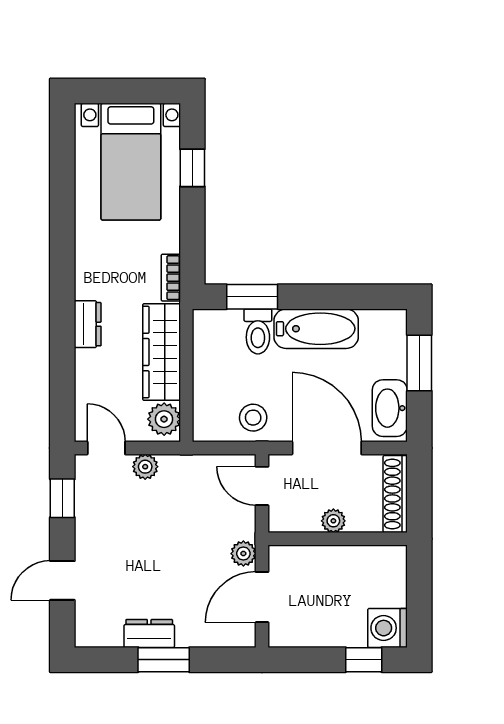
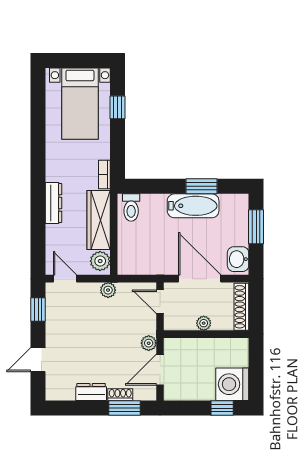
window: (252, 297) -> (201, 186), moved
dresser: (88, 324) -> (54, 203), width x1.44
toilet: (258, 331) -> (131, 207), moved
washbasin: (390, 408) -> (238, 259), width x0.72
stool: (253, 418) -> (155, 260), removed
plant: (145, 467) -> (108, 290), moved
washing machine: (388, 628) -> (232, 384), width x1.37, depth x1.37
shoe rack: (197, 638) -> (120, 395), added
window: (164, 660) -> (125, 408), moved

